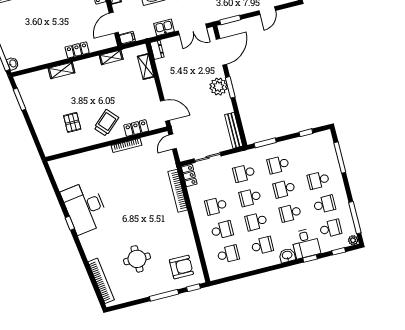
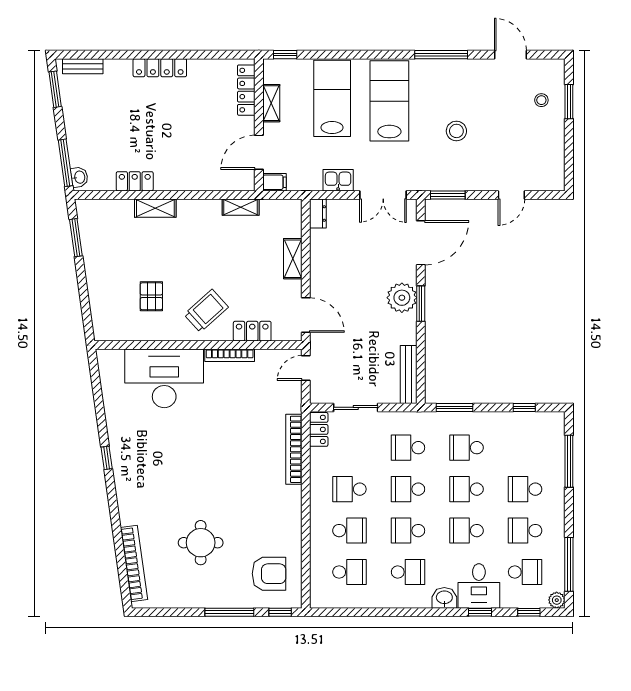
locker: (77, 50) -> (135, 181), moved
shelving: (146, 67) -> (293, 259), moved
school desk: (324, 204) -> (525, 531), turned 180
desk: (85, 207) -> (164, 378), moved, turned 98

